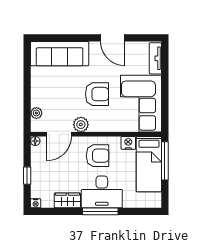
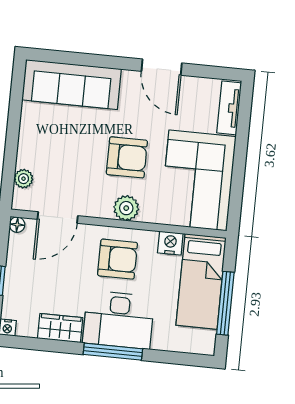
plant: (81, 125) -> (126, 208), moved
window: (165, 161) -> (225, 303), moved

